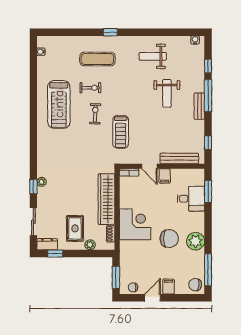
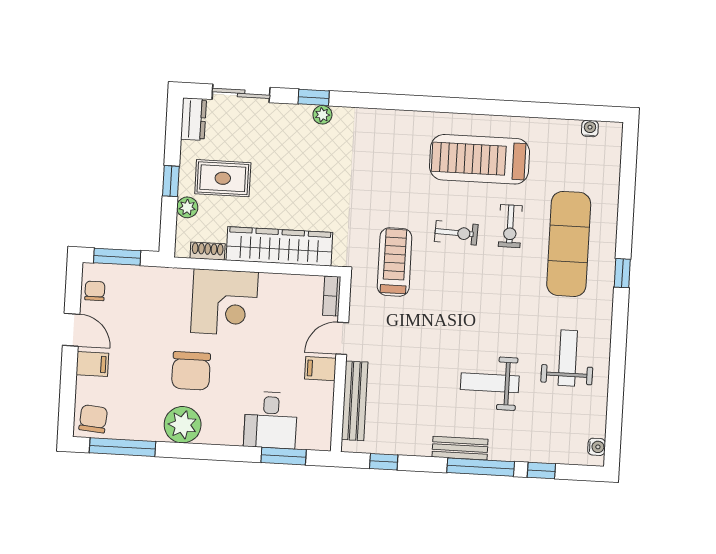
exercise mat: (97, 59) -> (569, 244), width x1.36, depth x1.45
treadmill: (121, 132) -> (395, 262), moved, turned 90
window: (55, 254) -> (171, 181), moved

